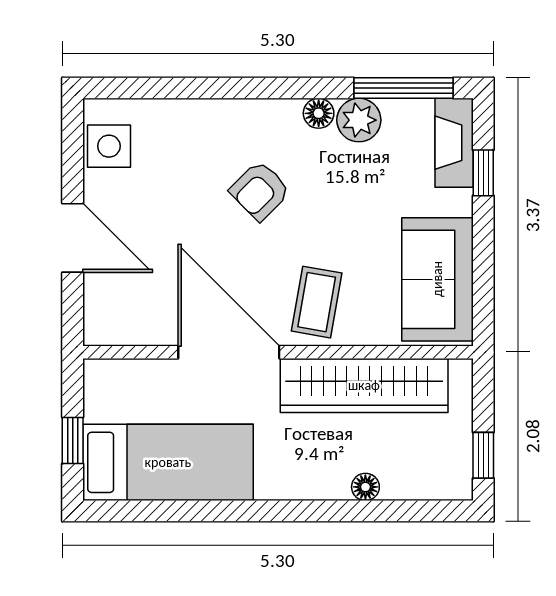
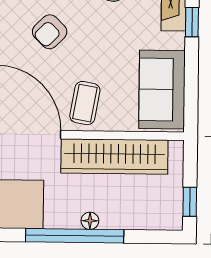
floor lamp: (365, 487) -> (90, 221), moved
window: (303, 511) -> (75, 236), added

